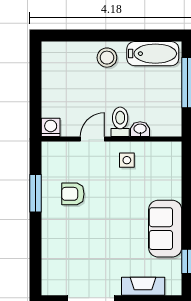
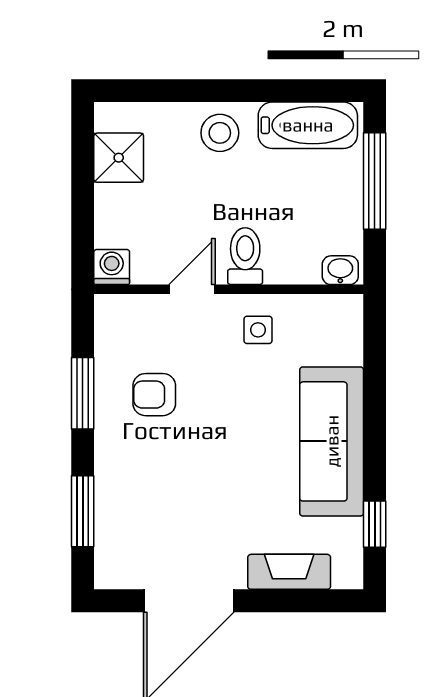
shower: (54, 71) -> (119, 158), added
washbasin: (140, 129) -> (340, 270), moved
sofa: (165, 229) -> (332, 441), width x1.36
window: (36, 255) -> (83, 511), added

